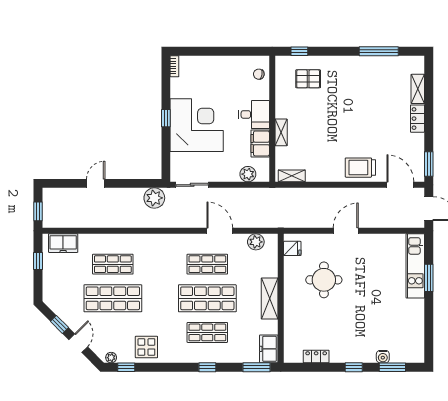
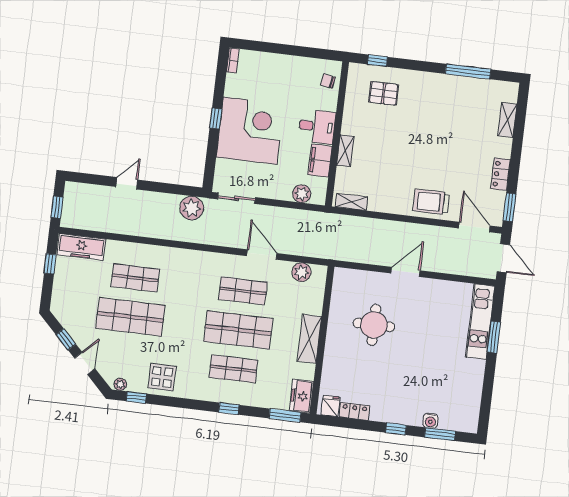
locker: (417, 119) -> (500, 174), moved
freezer: (63, 243) -> (81, 247), width x1.40
fridge: (292, 248) -> (331, 406), moved, turned -90

